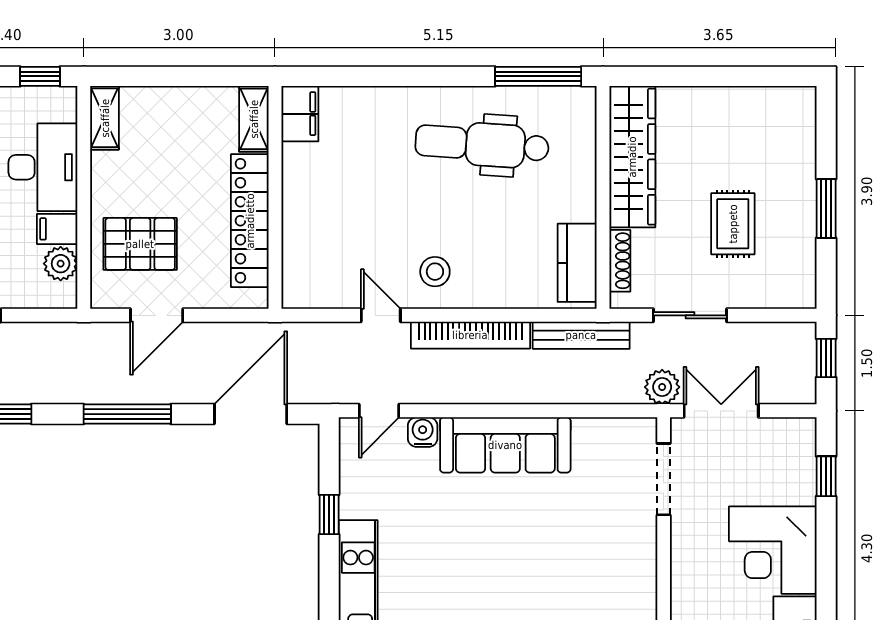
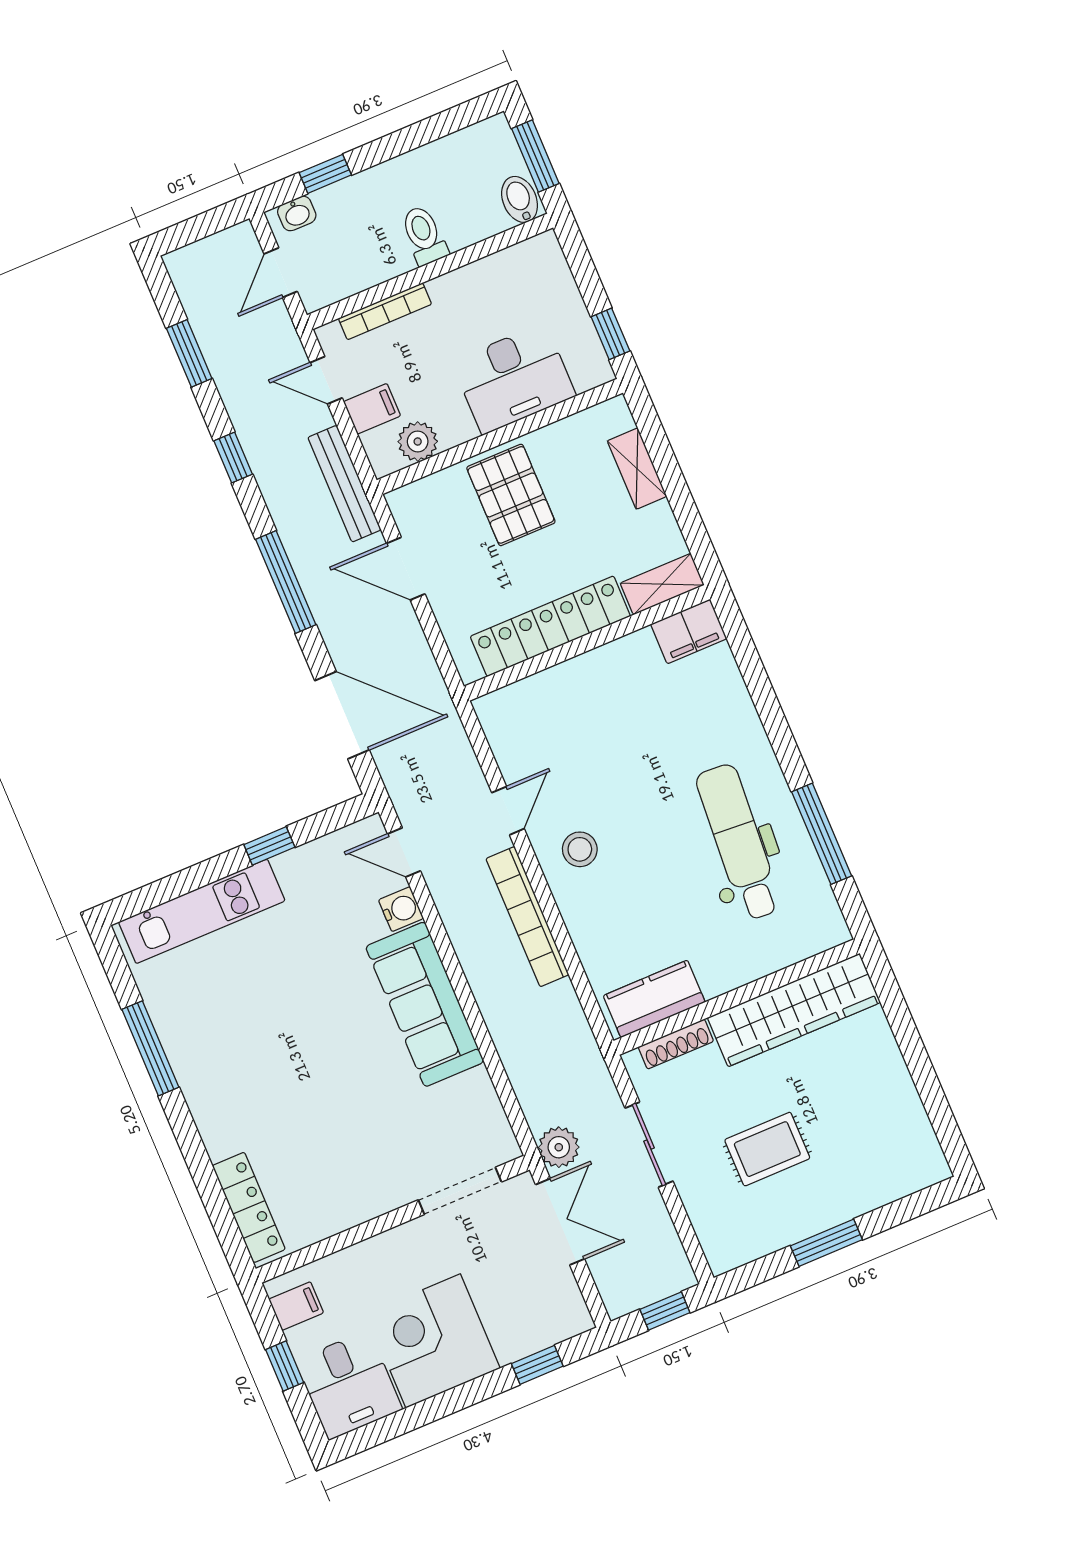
window: (538, 76) -> (822, 834), moved
shelving: (105, 118) -> (637, 469), moved, turned 90
filing cabinet: (57, 229) -> (372, 409), moved, turned 90
pallet: (140, 244) -> (511, 495), moved
bench: (581, 335) -> (344, 484), moved

